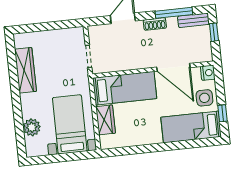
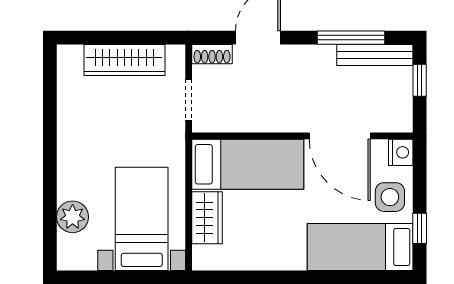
bench: (193, 20) -> (375, 55), width x1.36
shoe rack: (155, 24) -> (212, 54), moved
wardrobe: (25, 70) -> (124, 60), moved, turned 90

